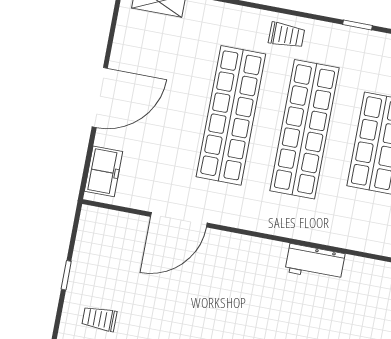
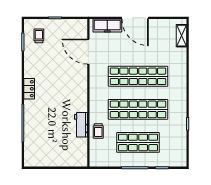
trolley: (287, 35) -> (98, 131), moved
freezer: (104, 171) -> (107, 26), width x1.40
door: (179, 220) -> (88, 52), moved

